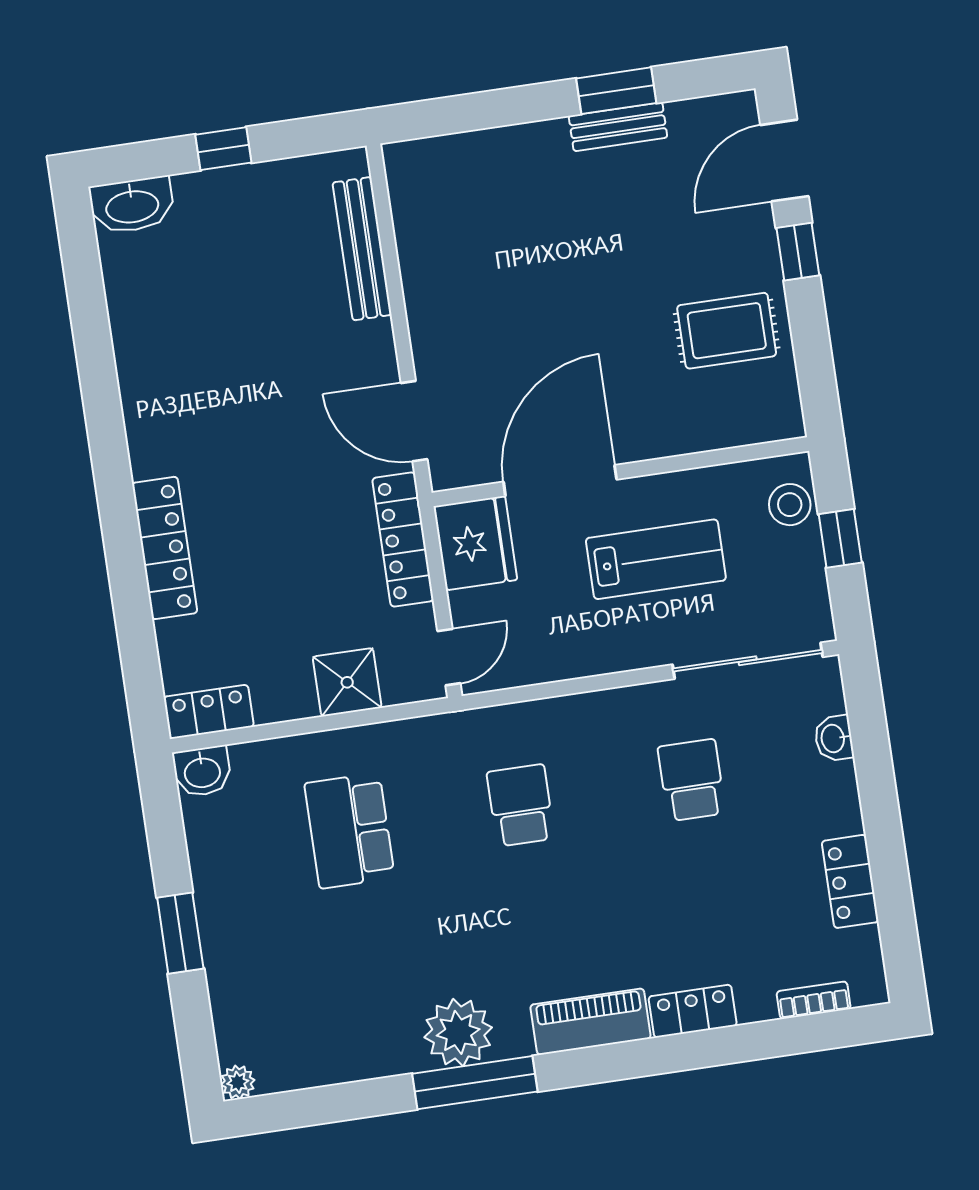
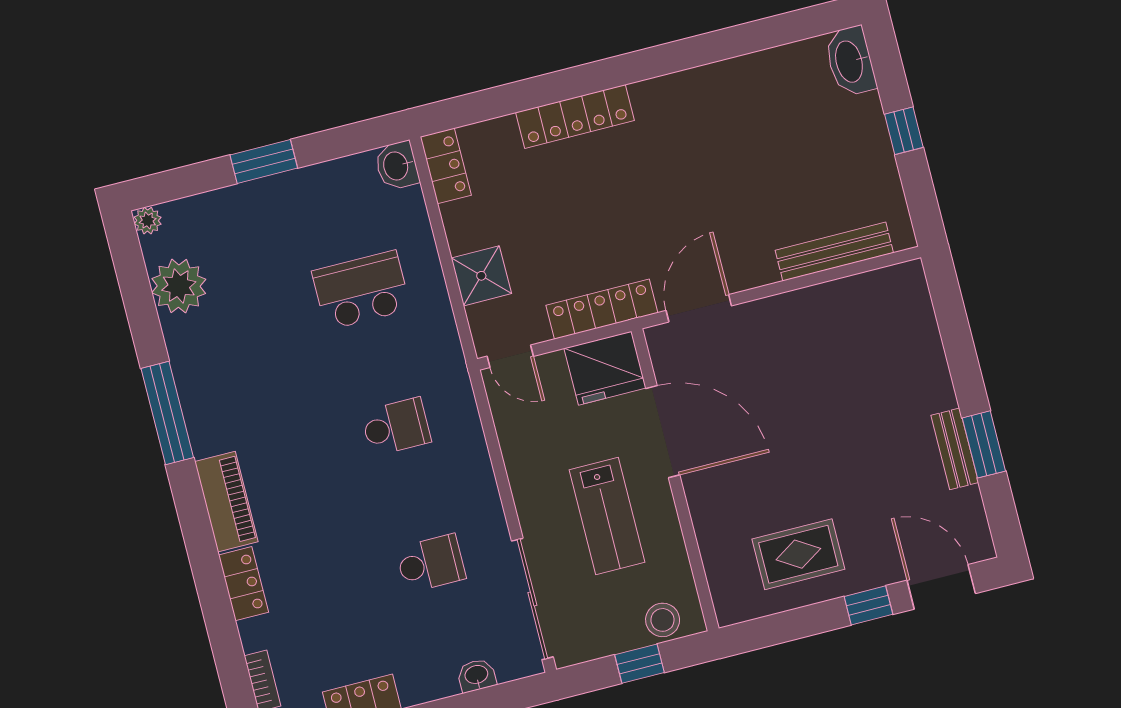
rug: (727, 331) -> (798, 554), turned 90
plant: (458, 1032) -> (179, 286), moved

